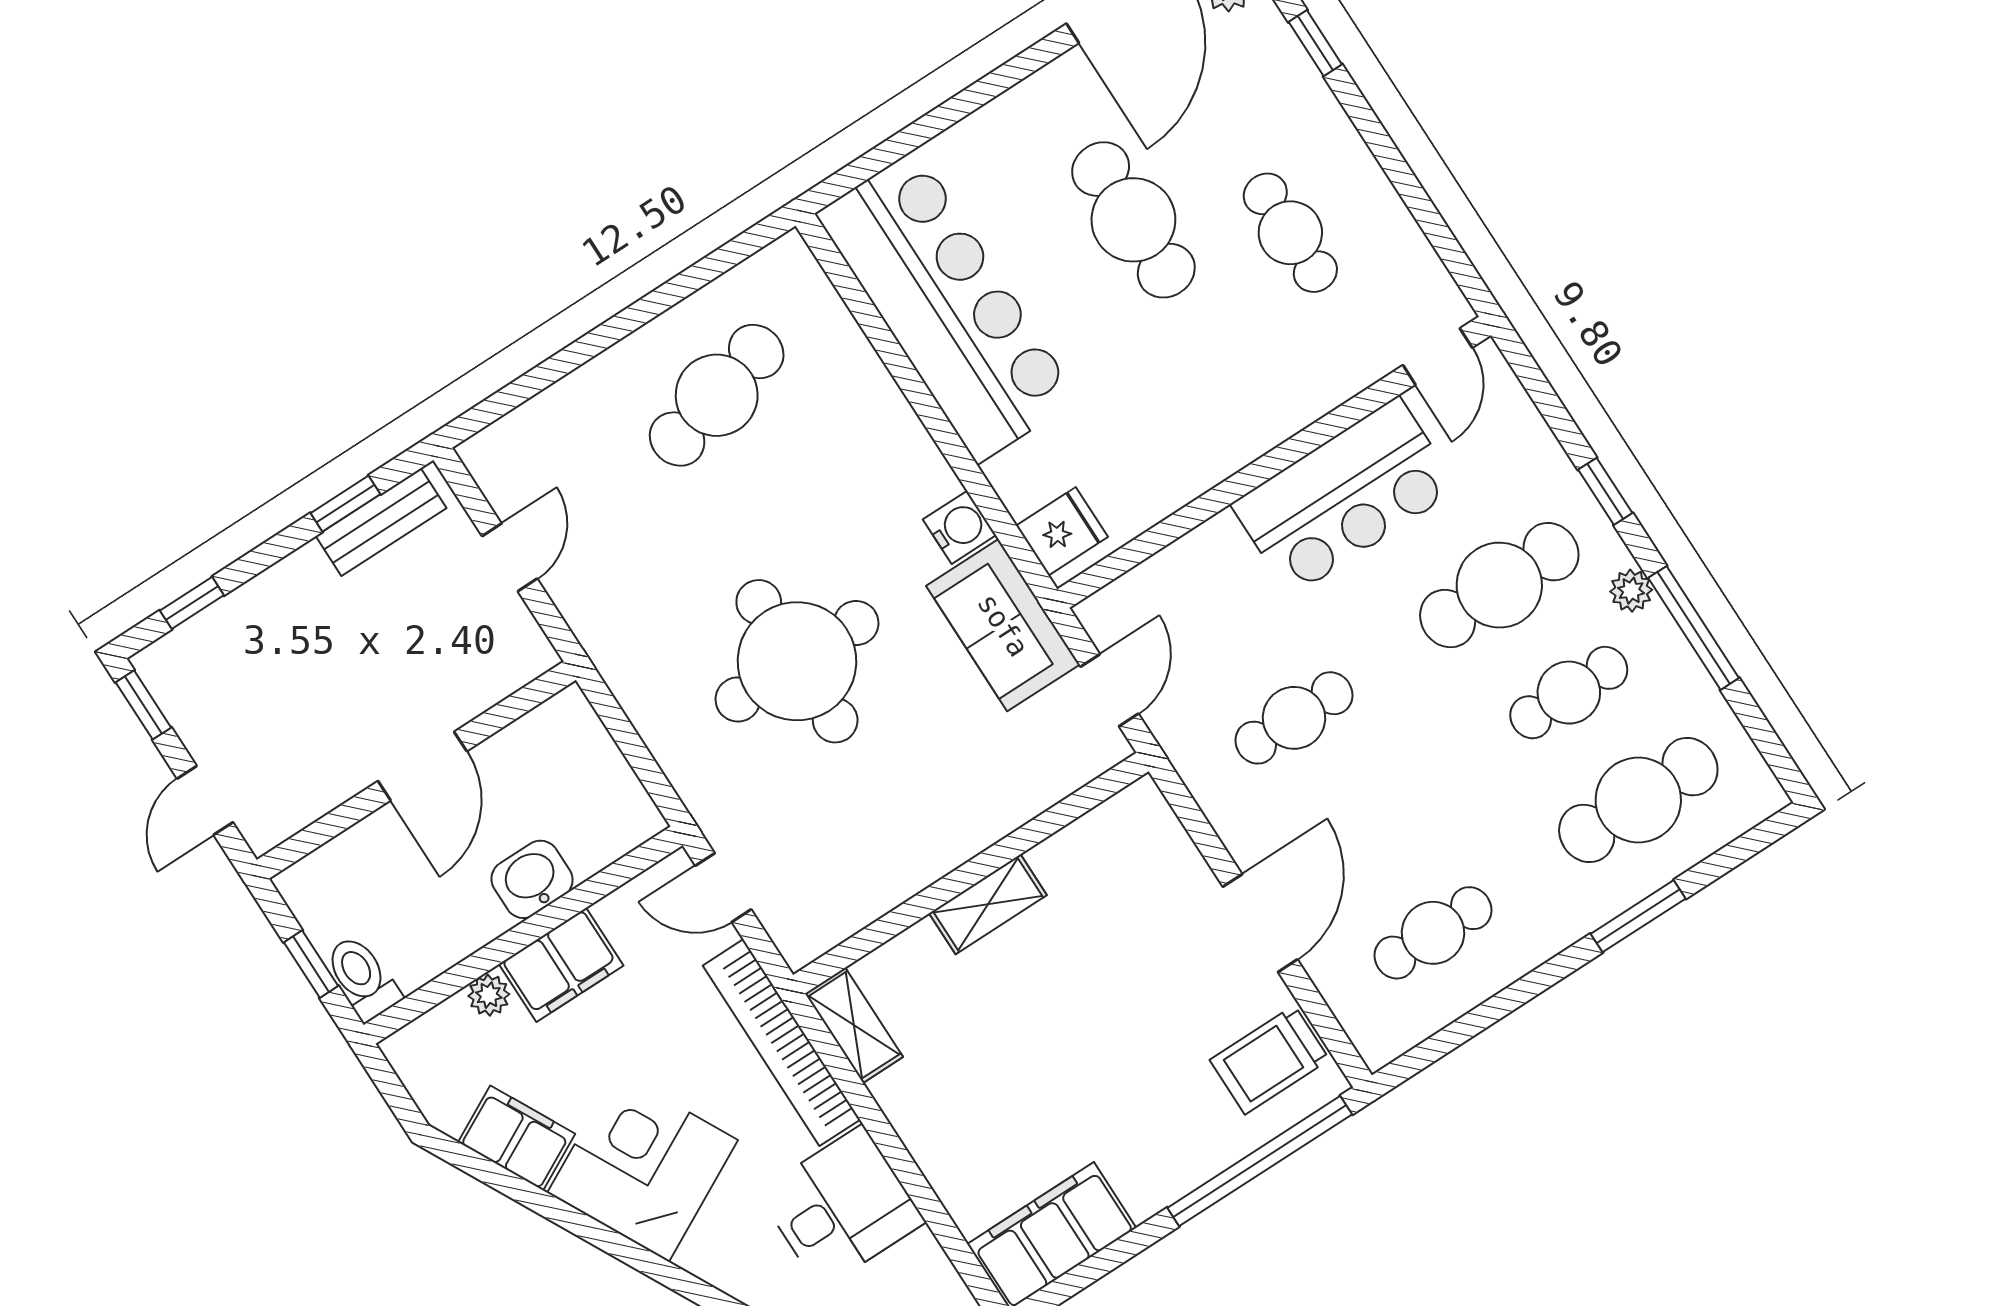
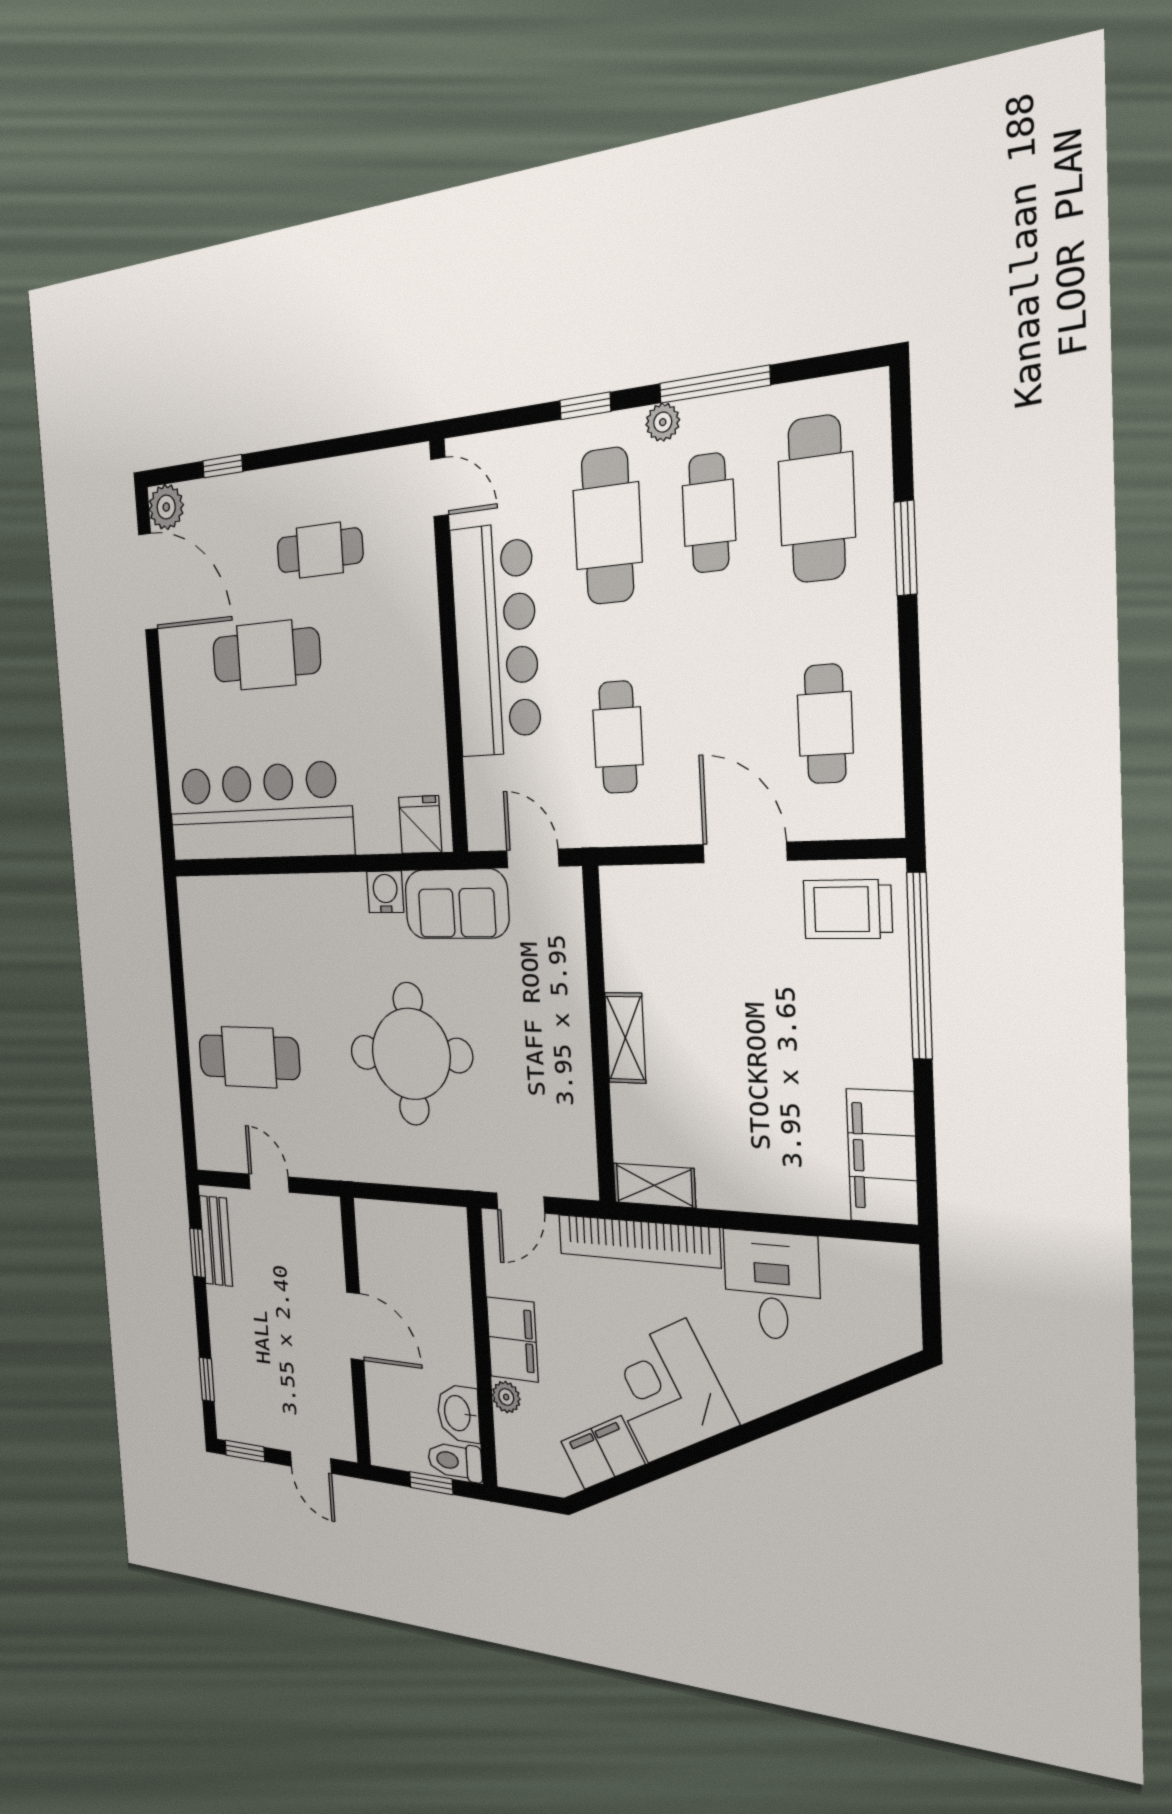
cafe table: (717, 395) -> (249, 1057), moved, turned -75
bar counter: (1345, 496) -> (496, 640), width x1.36
washbasin: (532, 879) -> (458, 1413), moved
trolley: (1270, 1060) -> (848, 909), turned 90

